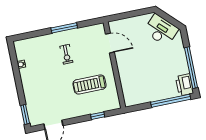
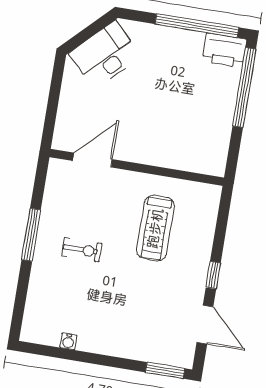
window: (98, 116) -> (213, 275), moved

